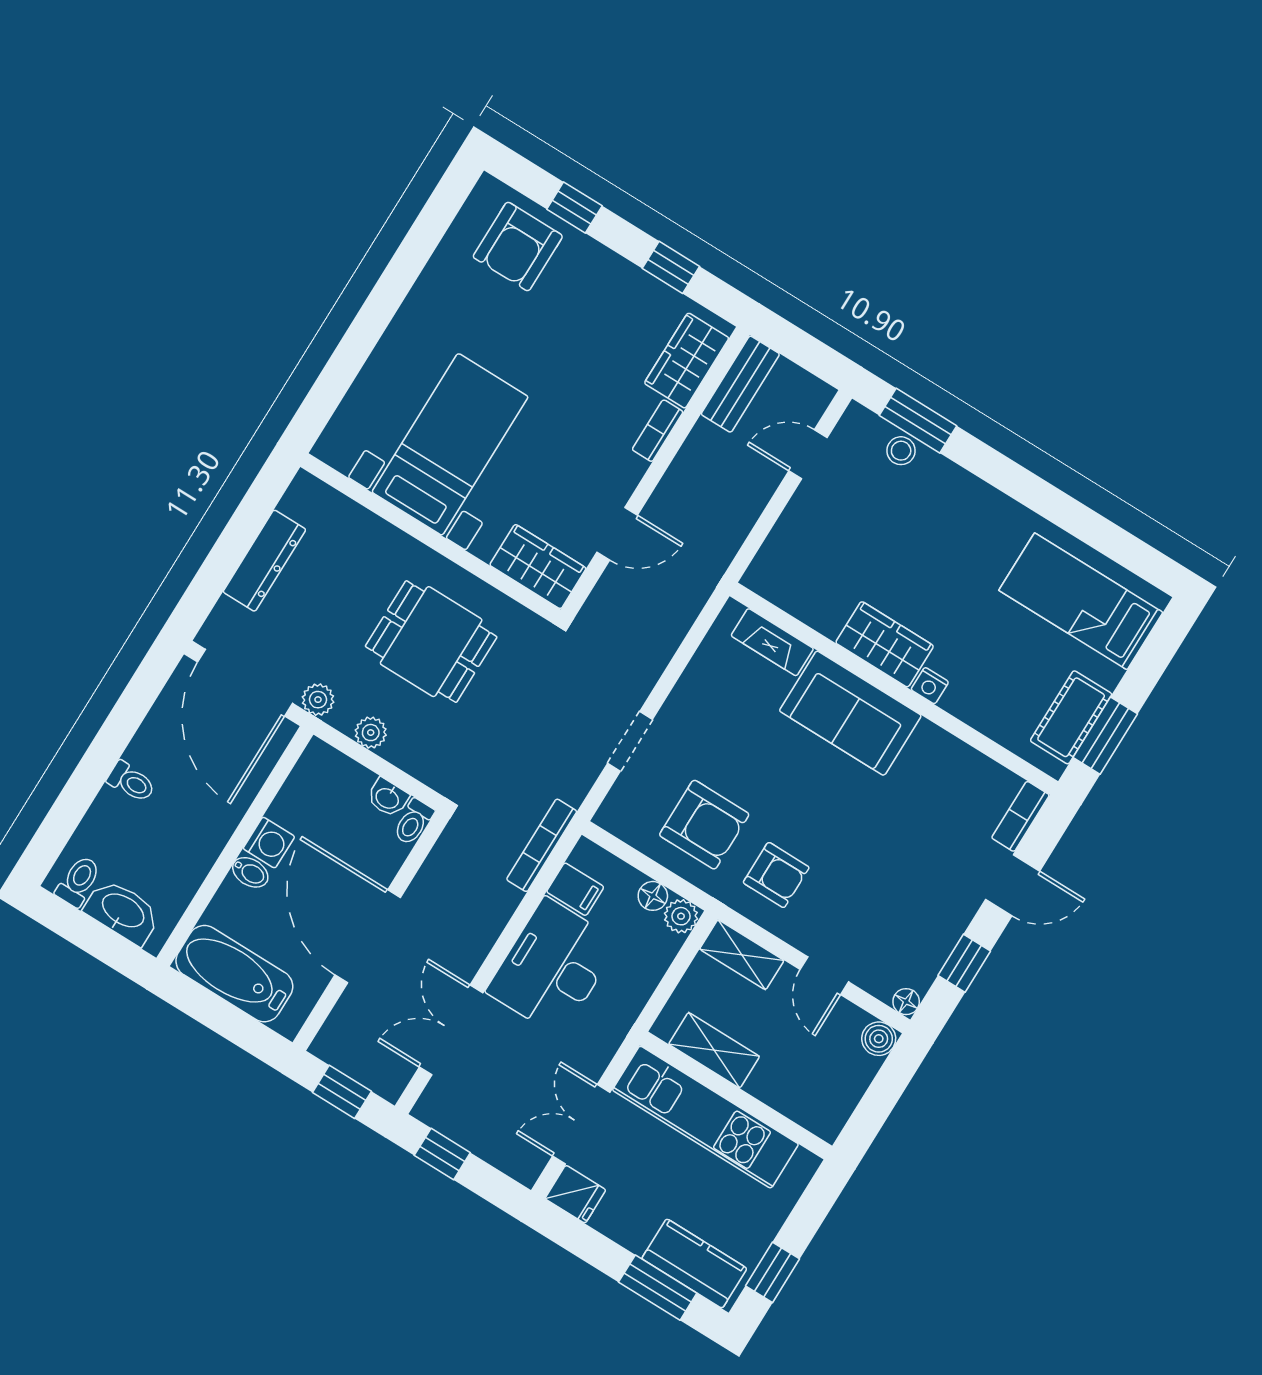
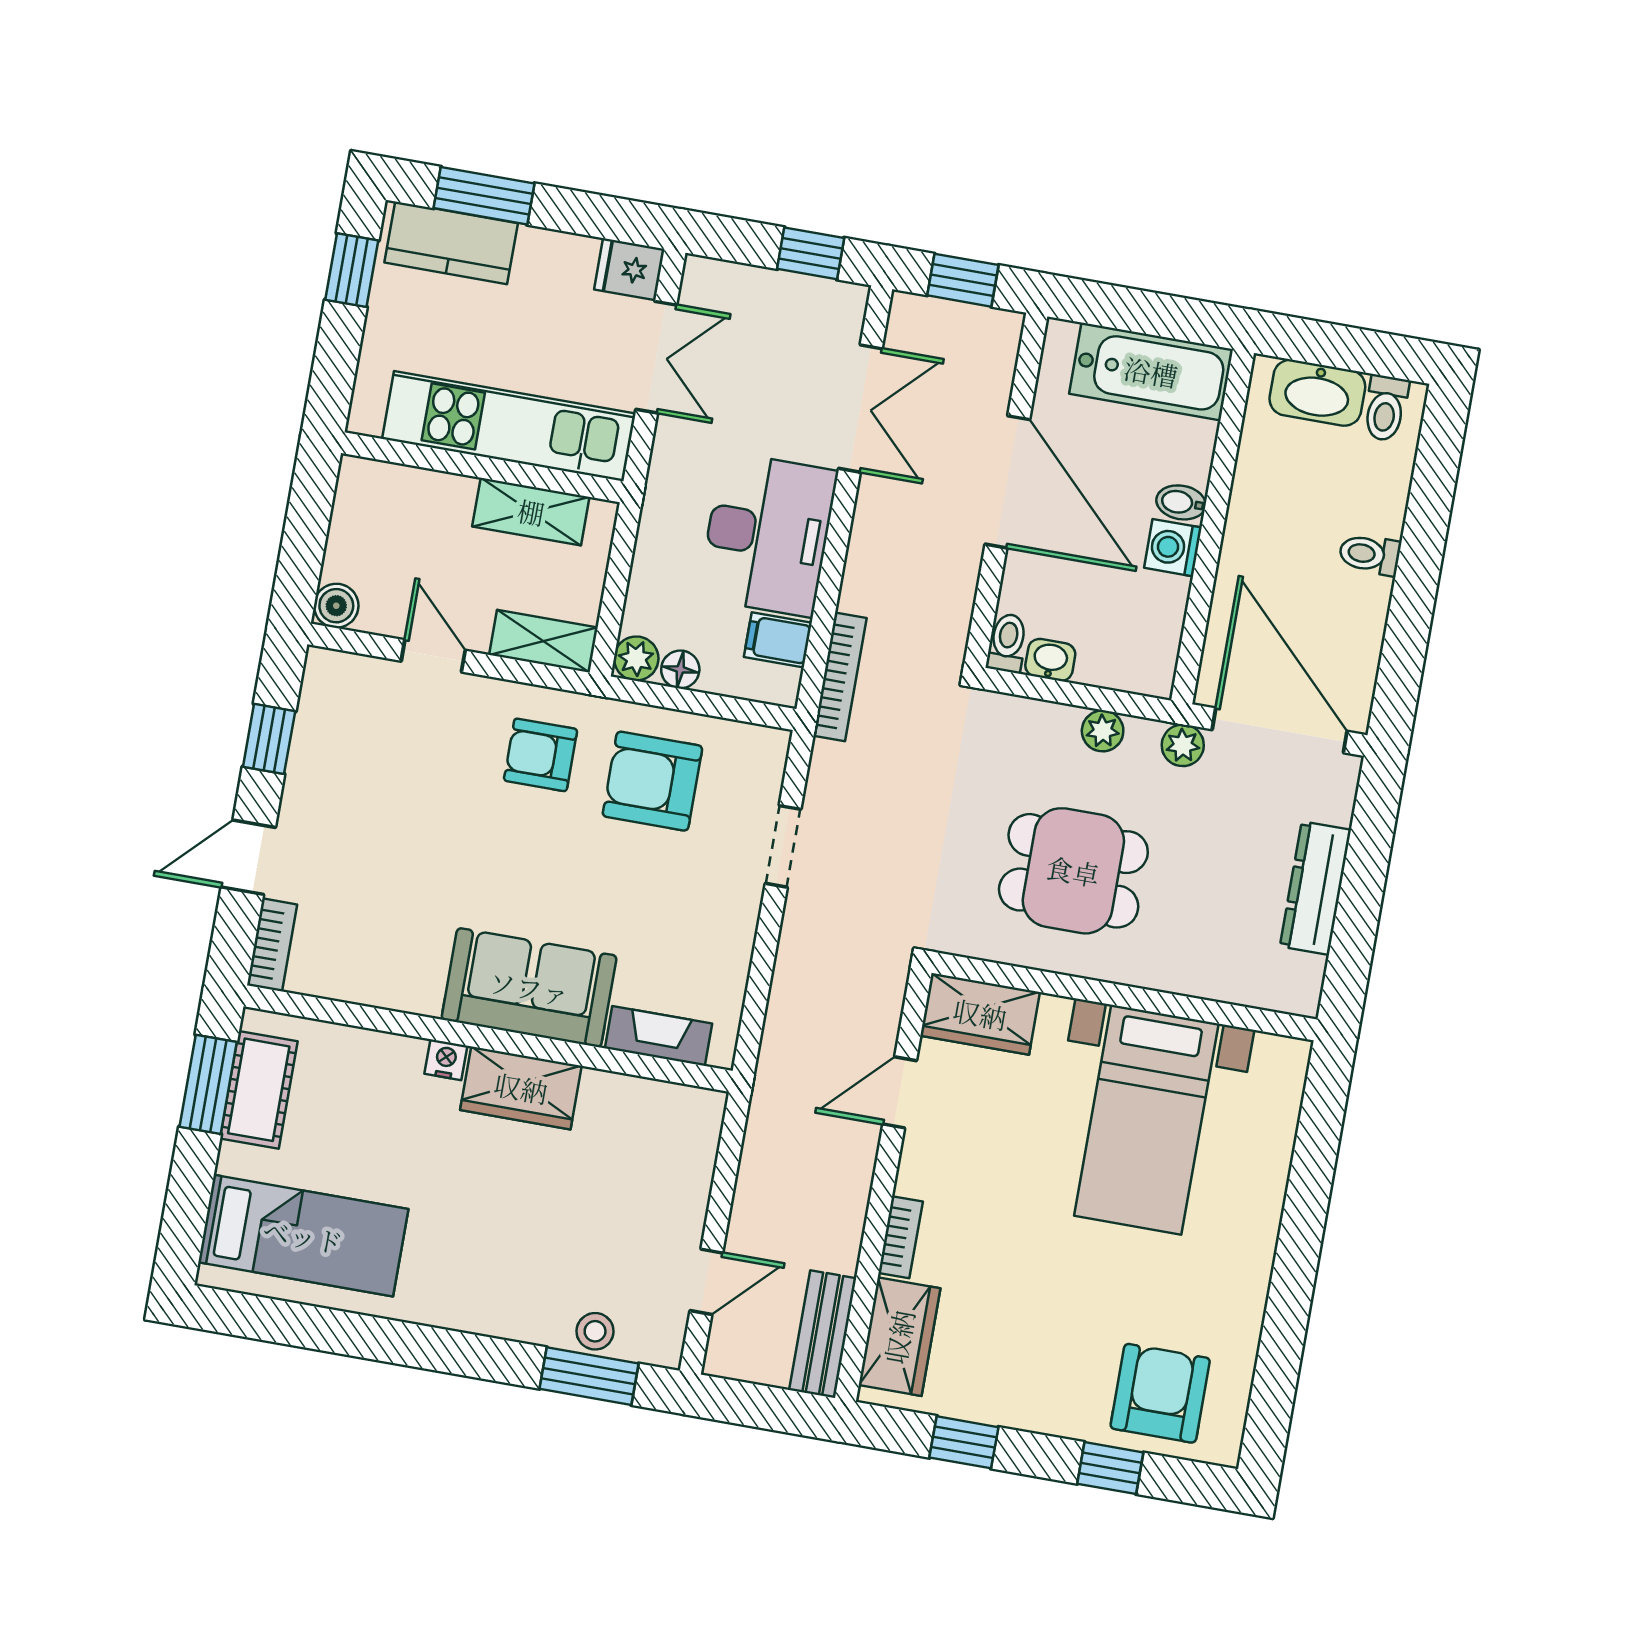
floor lamp: (906, 1002) -> (321, 664), removed

